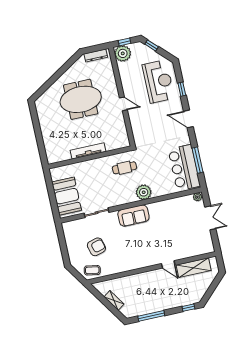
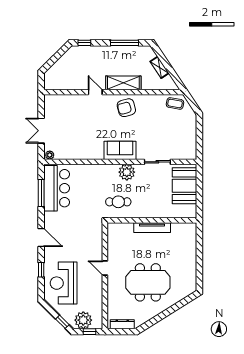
plant: (123, 53) -> (83, 320), moved
plant: (144, 192) -> (127, 172), moved
armchair: (96, 247) -> (126, 108), moved
shelving: (194, 268) -> (123, 83), moved

